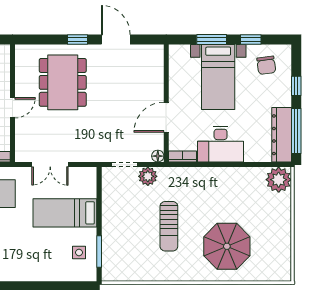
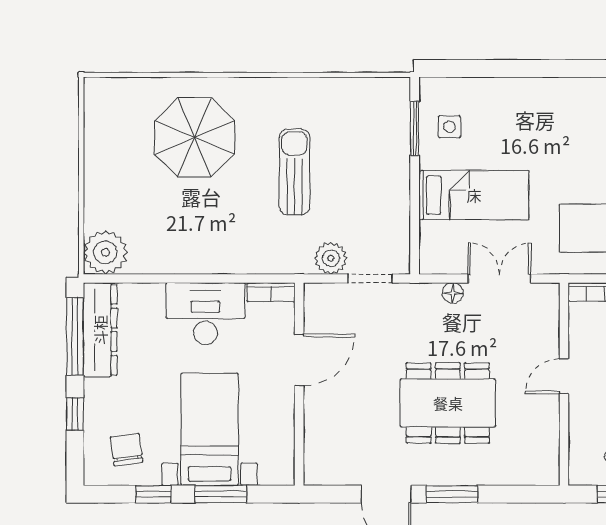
window: (77, 39) -> (452, 494), width x1.50
dining table: (63, 82) -> (448, 403), moved, turned 90
floor lamp: (158, 156) -> (453, 293), moved

